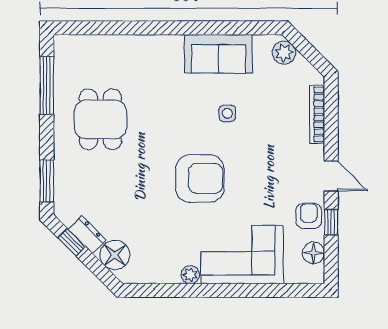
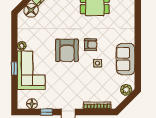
armchair: (309, 216) -> (91, 45), moved
window: (238, 290) -> (14, 68), added

